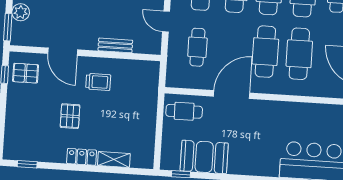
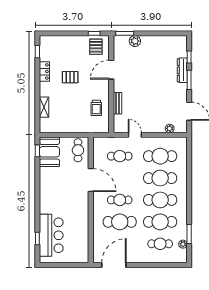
door: (166, 22) -> (135, 135), hinge flipped
cafe table: (265, 52) -> (120, 200), width x0.73, depth x0.74
trolley: (98, 82) -> (96, 108), moved
locker: (82, 157) -> (44, 71), moved
booth: (204, 157) -> (49, 152), moved

